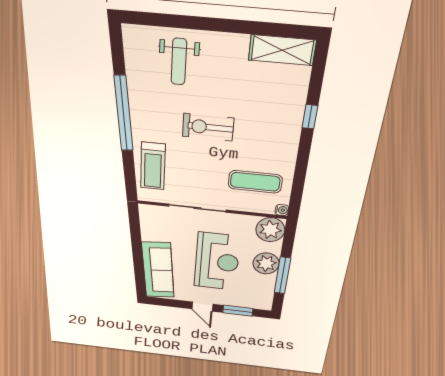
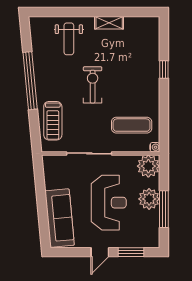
shelving: (282, 50) -> (109, 23), moved, width x0.67, depth x0.75
exercise bike: (208, 127) -> (93, 85), turned 90
door: (202, 307) -> (100, 252), hinge flipped

